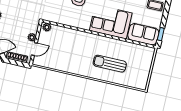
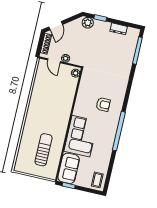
sun lounger: (110, 64) -> (43, 150), moved

